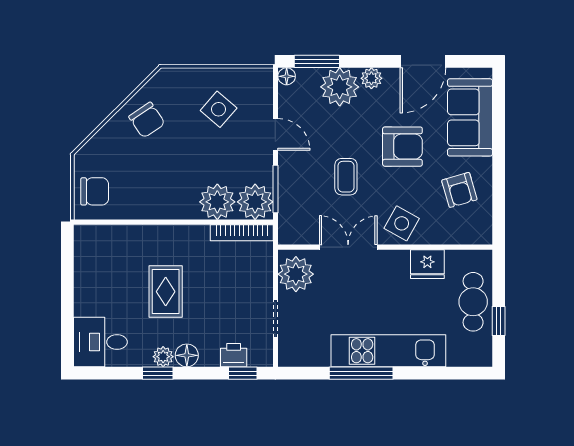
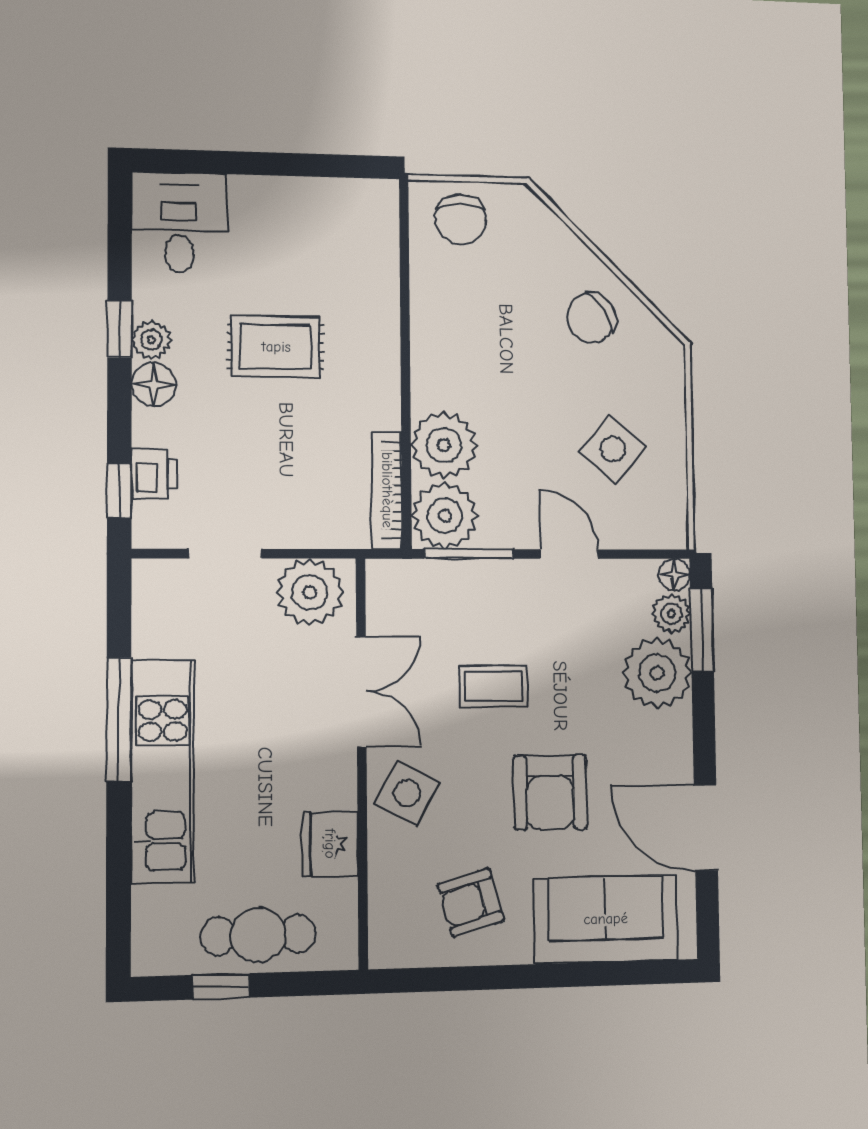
plant: (371, 78) -> (671, 614), moved
door: (275, 134) -> (569, 554), swing flipped

